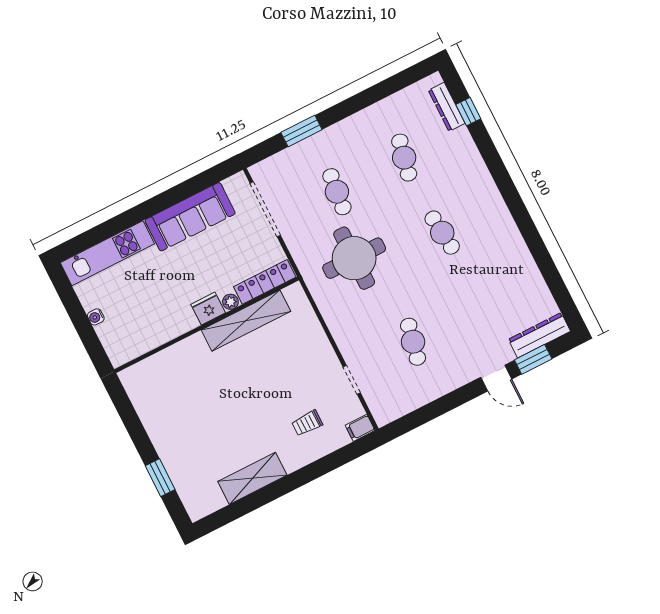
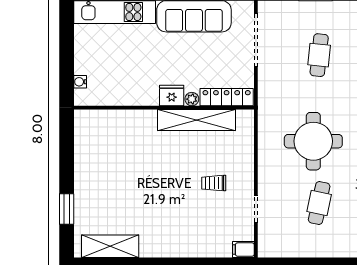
round table: (354, 258) -> (313, 141), moved
water cooler: (96, 317) -> (80, 82), moved
trolley: (307, 423) -> (214, 183), moved
shelving: (252, 478) -> (110, 246), moved

